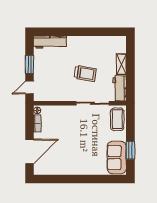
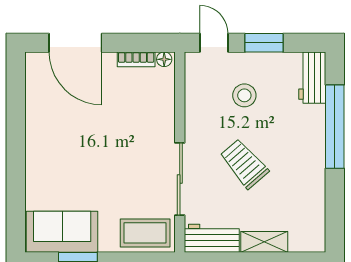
window: (68, 32) -> (335, 127), added
workbench: (50, 42) -> (312, 78), width x0.73
stool: (54, 73) -> (244, 95), added
trolley: (85, 74) -> (244, 164), turned 130

